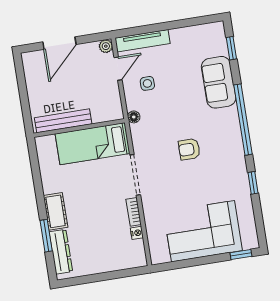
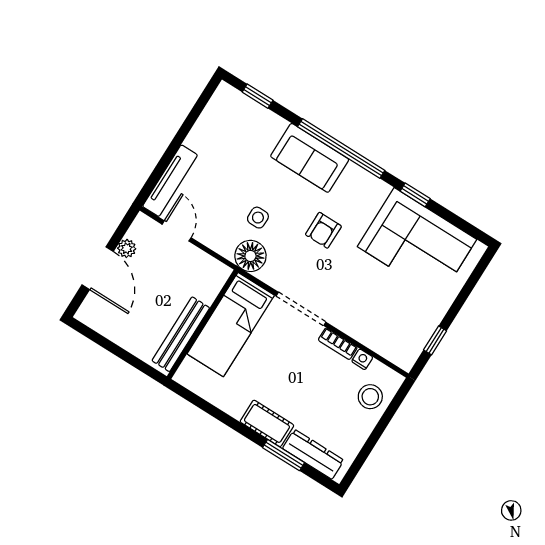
plant: (106, 46) -> (127, 248), moved
sofa: (219, 82) -> (310, 158), moved
side table: (147, 83) -> (258, 218), moved
floor lamp: (134, 117) -> (250, 256), width x1.89, depth x1.89
corner sofa: (203, 231) -> (417, 243), moved, turned -90
stool: (120, 255) -> (370, 397), added
window: (241, 255) -> (435, 340), moved

